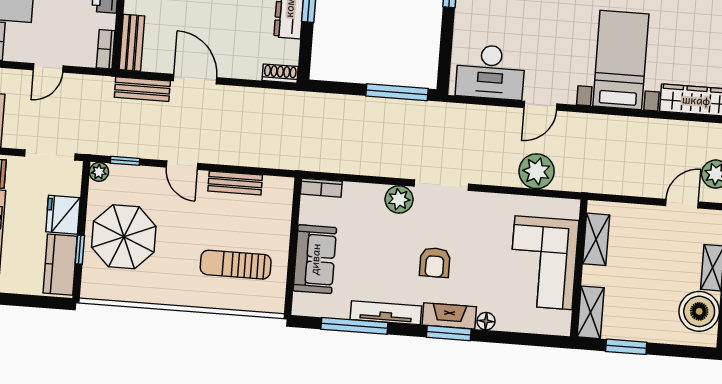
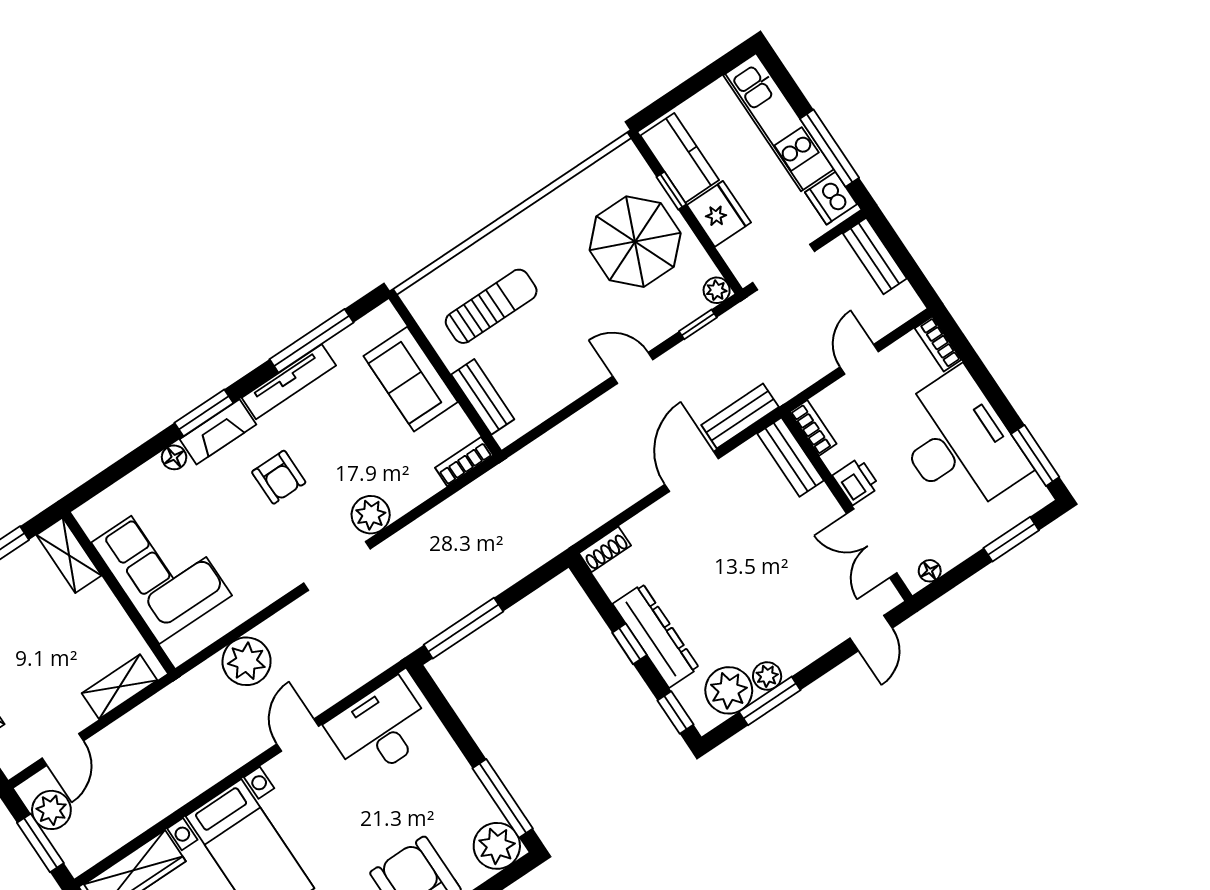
door: (195, 79) -> (692, 471), swing flipped
bench: (235, 183) -> (483, 397), moved, turned 90
shelving: (596, 239) -> (120, 687), moved, turned 90
armchair: (435, 262) -> (279, 477), turned 180

